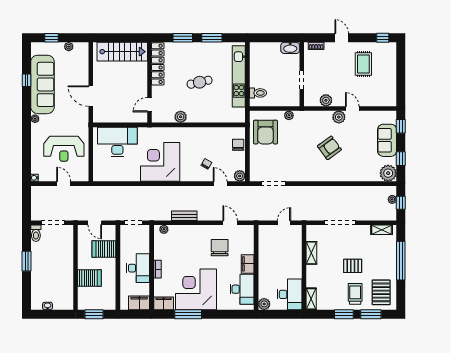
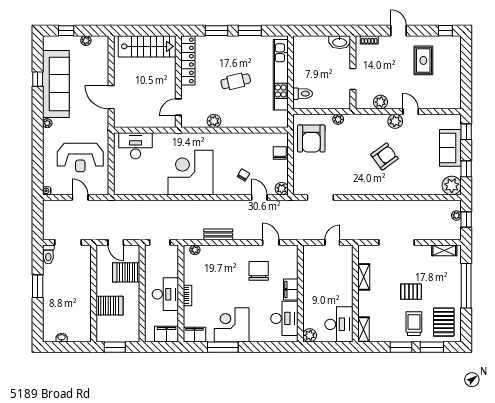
desk: (117, 142) -> (136, 146), width x0.73, depth x0.77
corner desk: (196, 289) -> (232, 325), width x0.74, depth x0.74

